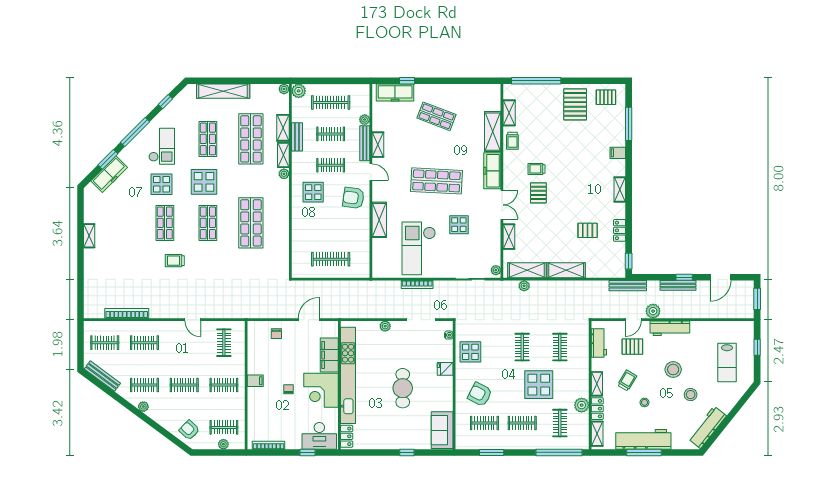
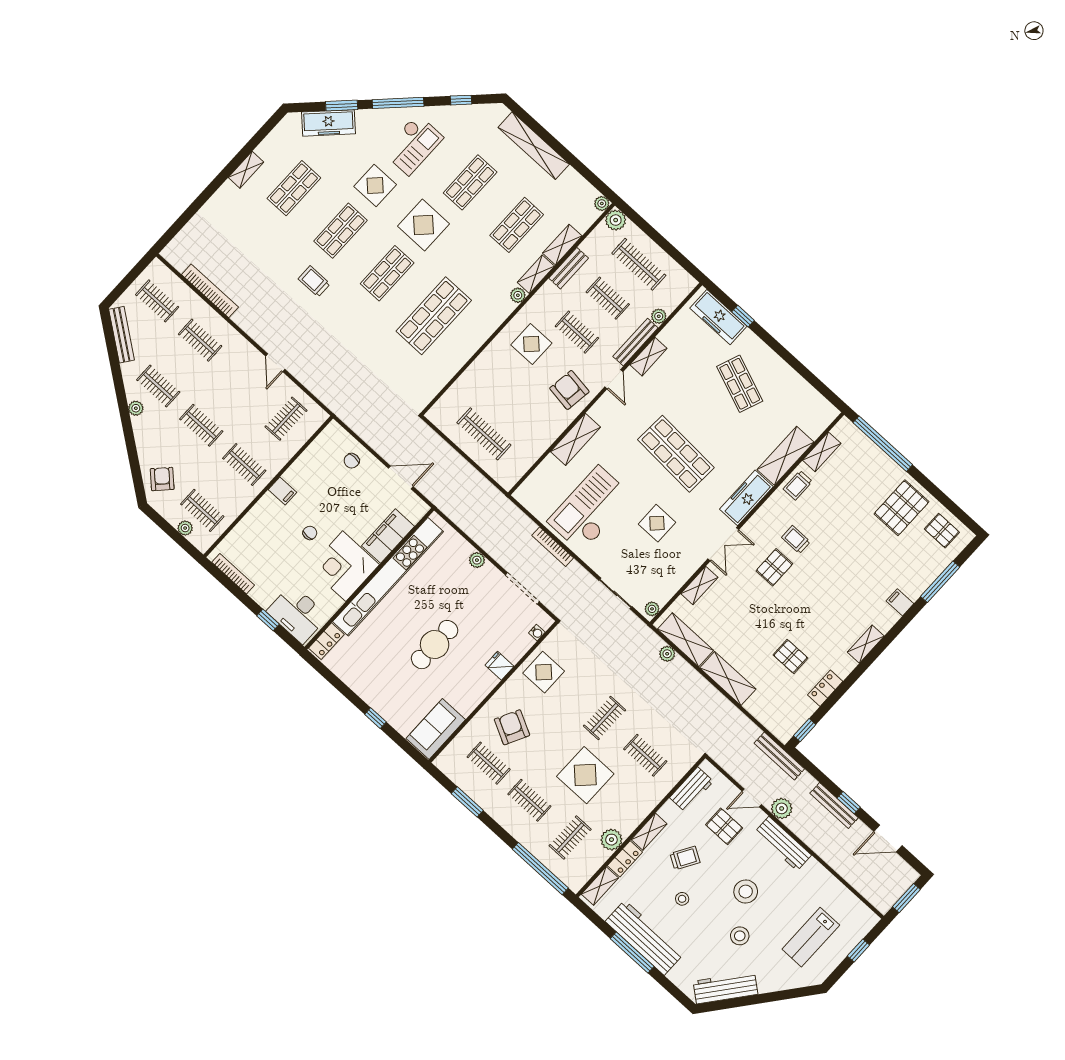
shop shelf: (251, 139) -> (517, 225), width x0.70, depth x0.74
shop shelf: (122, 223) -> (294, 188), added
clothes rail: (560, 347) -> (645, 755), turned 90

